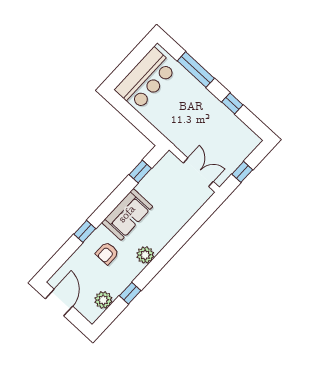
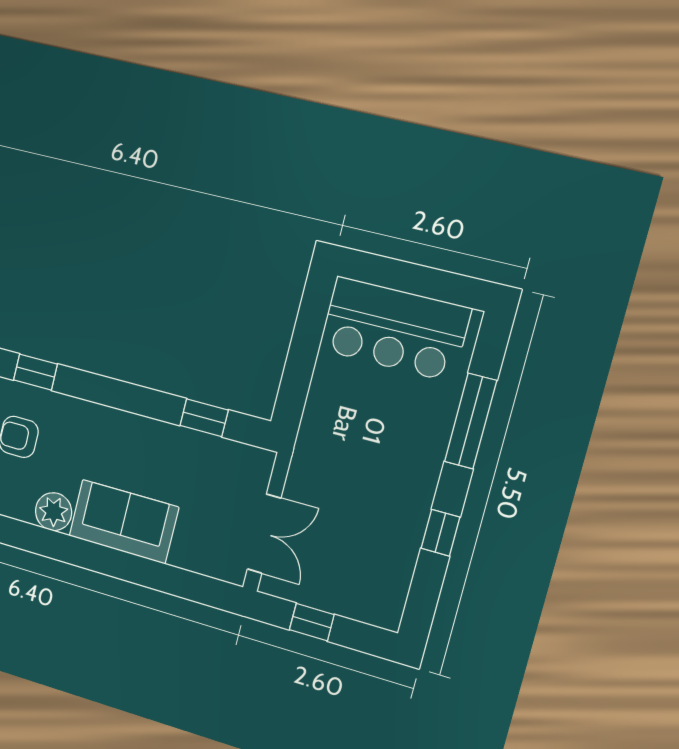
sofa: (127, 214) -> (124, 522), moved, turned 180

